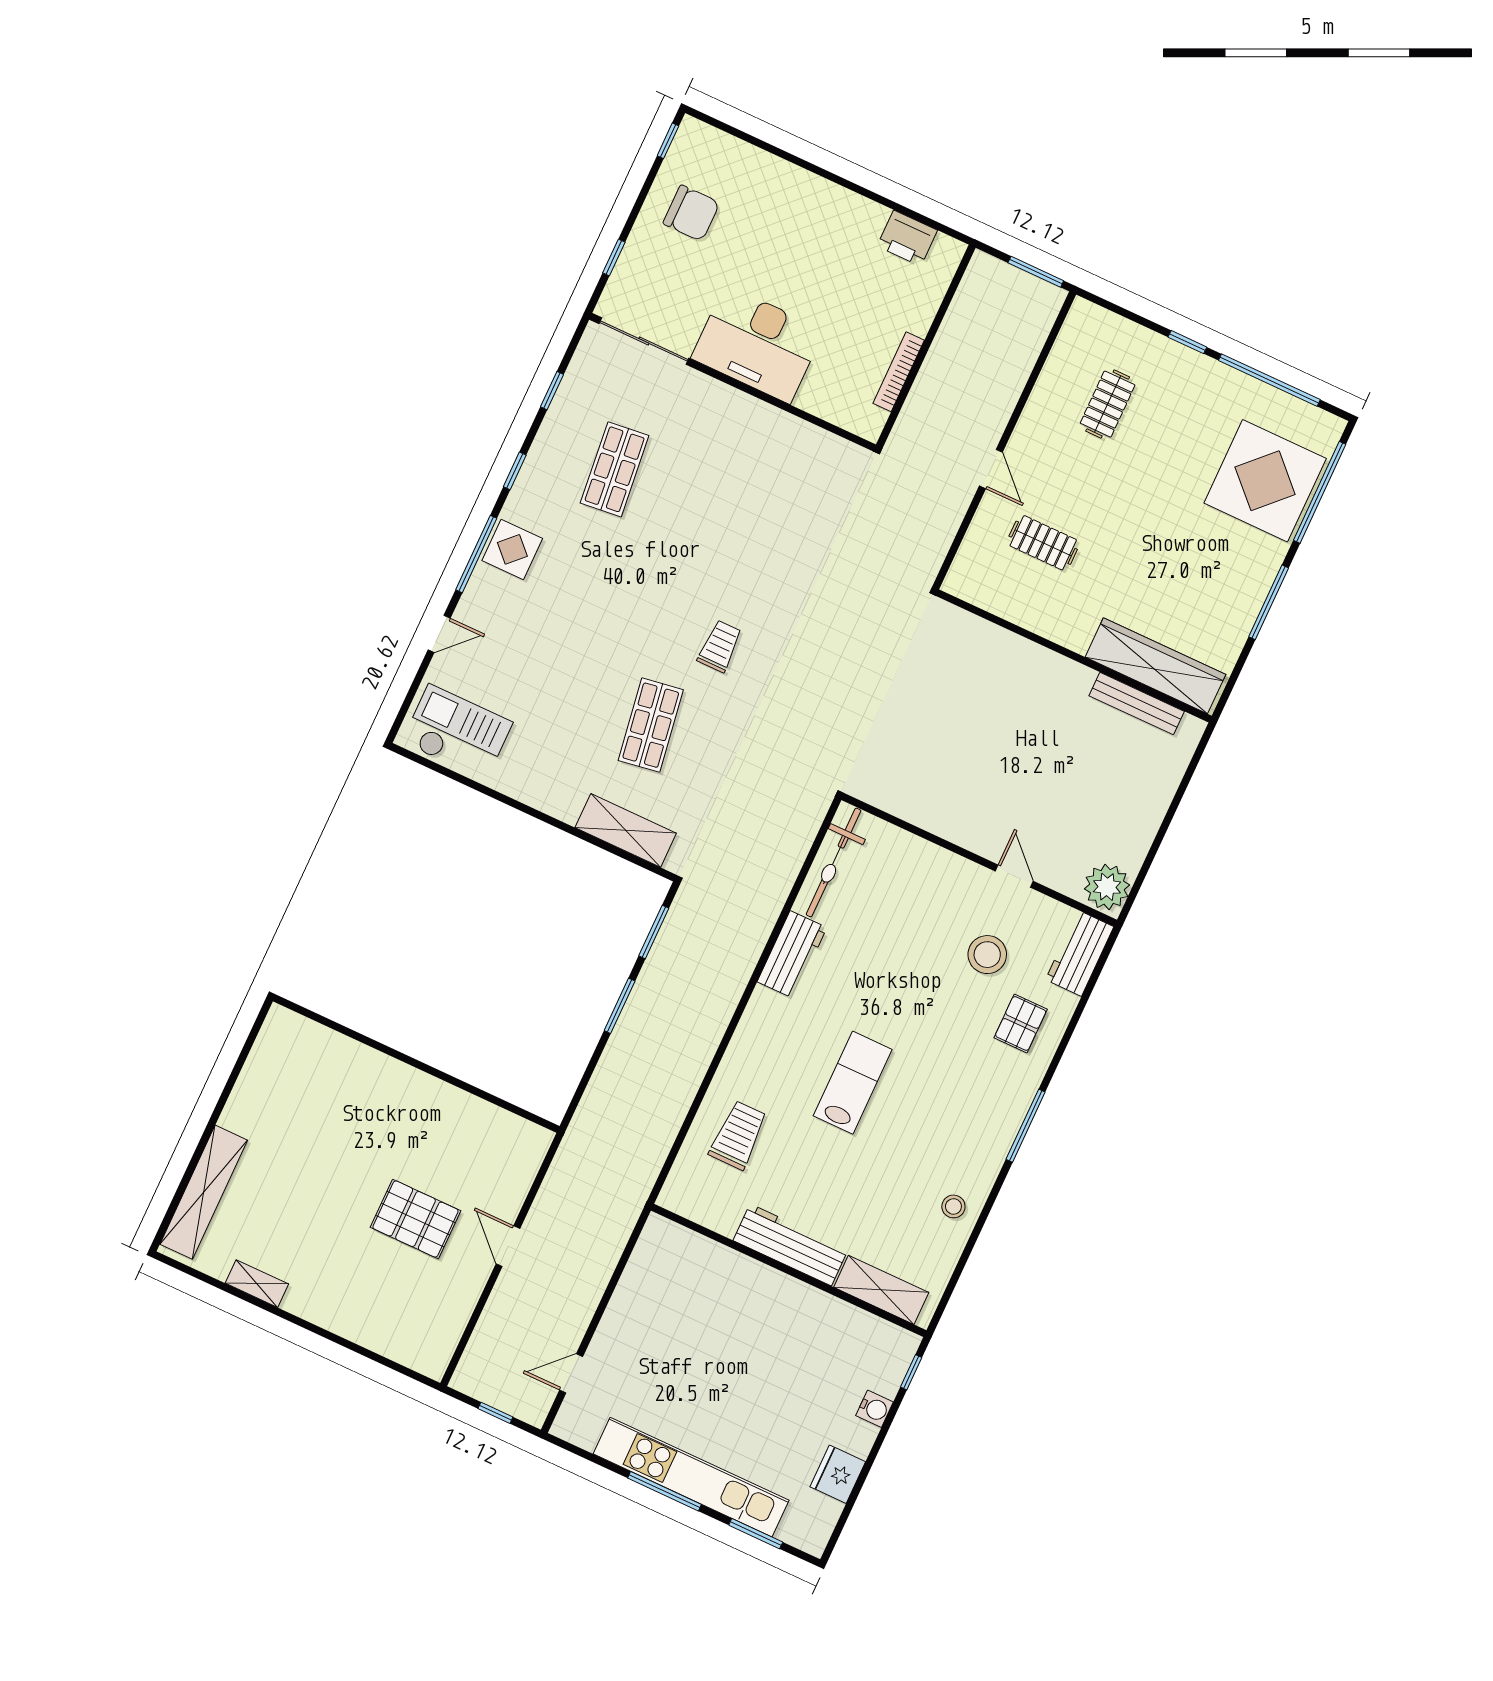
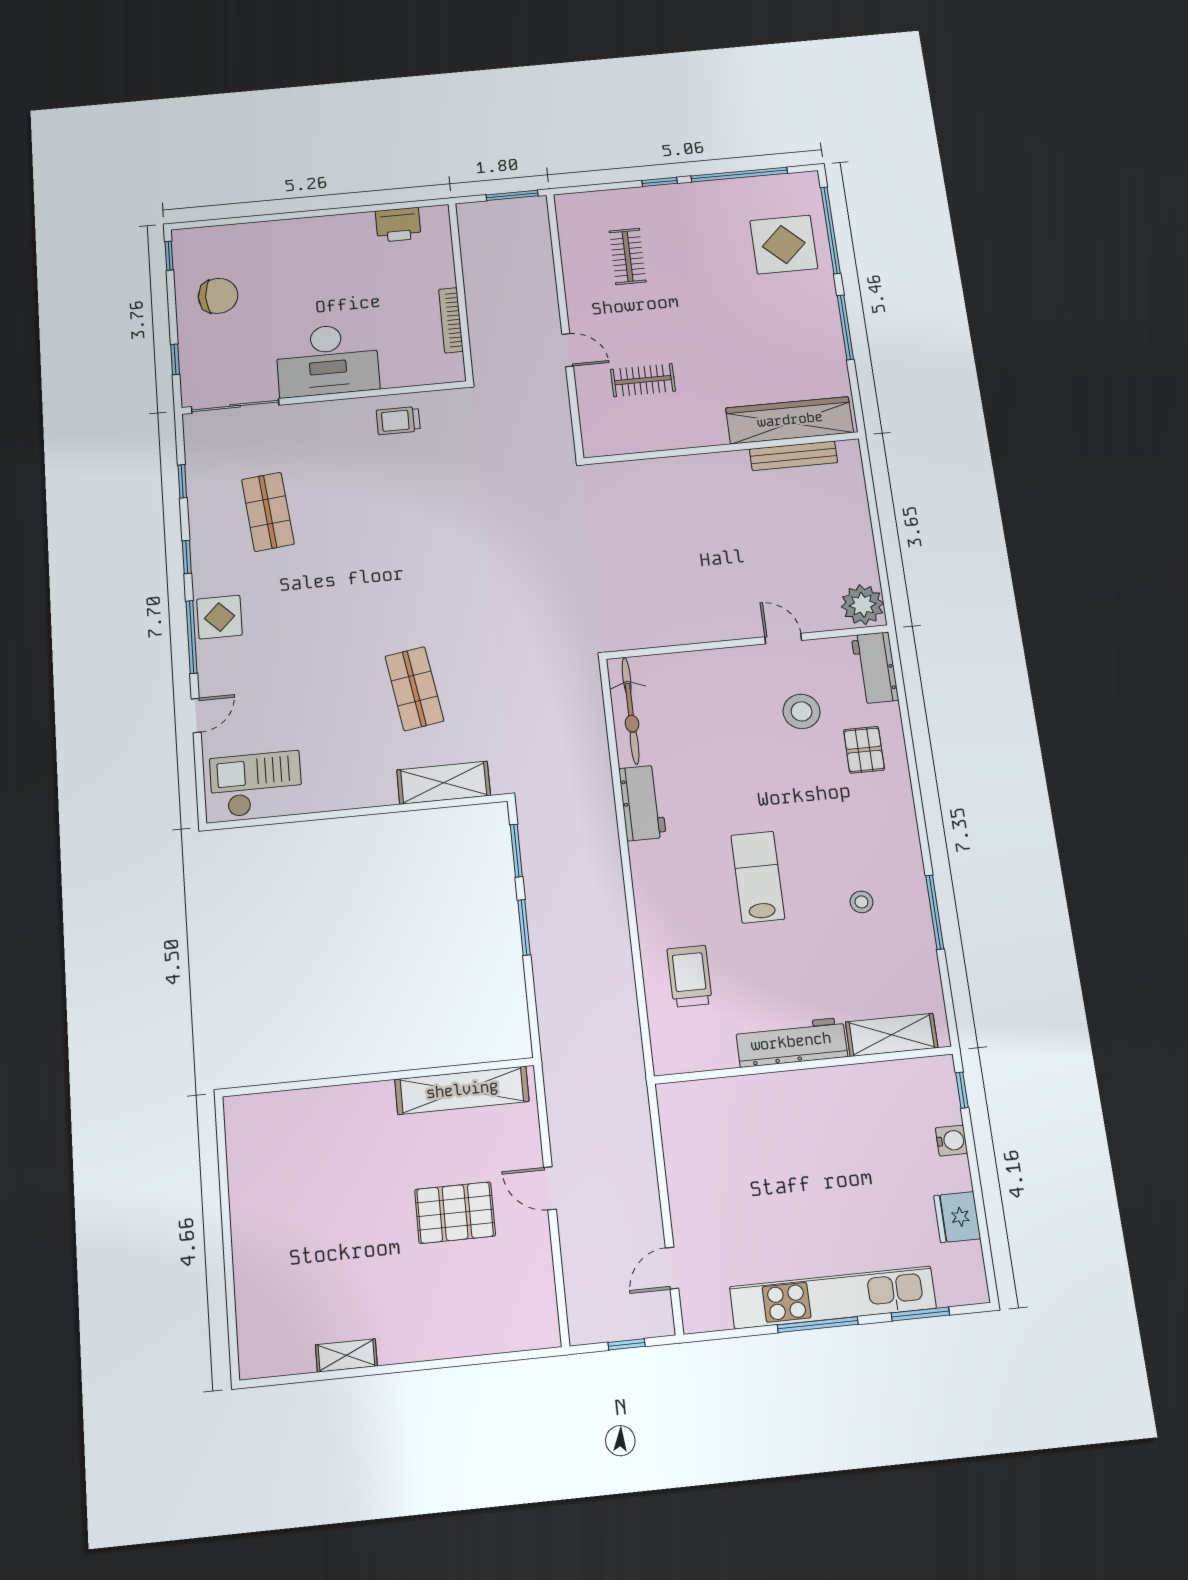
display table: (1265, 481) -> (784, 245), width x0.73, depth x0.73
trolley: (720, 646) -> (398, 421), moved, turned -90
window: (1026, 1126) -> (935, 912), moved
shelving: (204, 1192) -> (462, 1090), moved, turned 90
stool: (953, 1206) -> (861, 902), moved

